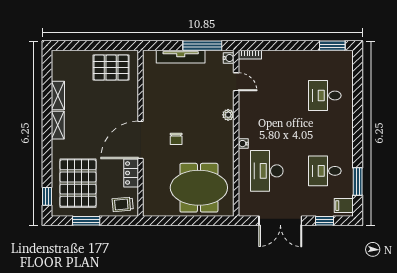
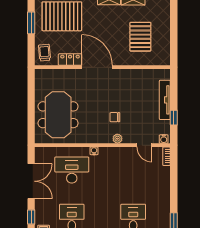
window: (202, 46) -> (174, 118), width x0.46
pallet: (111, 68) -> (140, 37), moved
door: (236, 82) -> (144, 145), hinge flipped
chair: (176, 139) -> (115, 117), moved
double door: (280, 221) -> (31, 181), swing flipped

